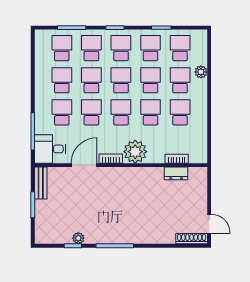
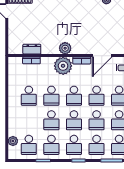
plant: (201, 72) -> (13, 141), moved
school desk: (180, 80) -> (29, 120), removed
plant: (133, 175) -> (65, 48), added

